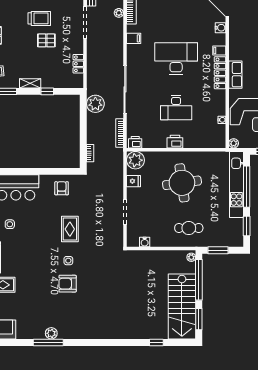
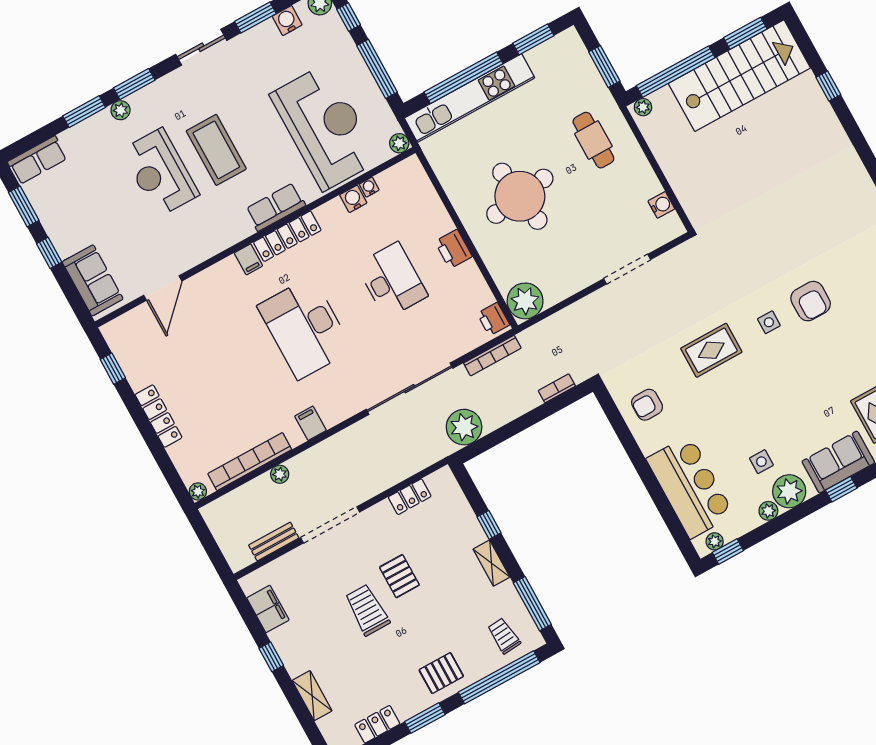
water cooler: (220, 28) -> (353, 199), moved
fridge: (133, 181) -> (564, 284), removed

